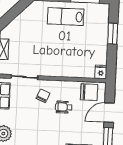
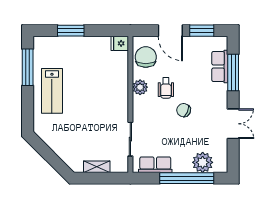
plant: (65, 87) -> (140, 87), added
chair: (43, 96) -> (184, 110), moved

